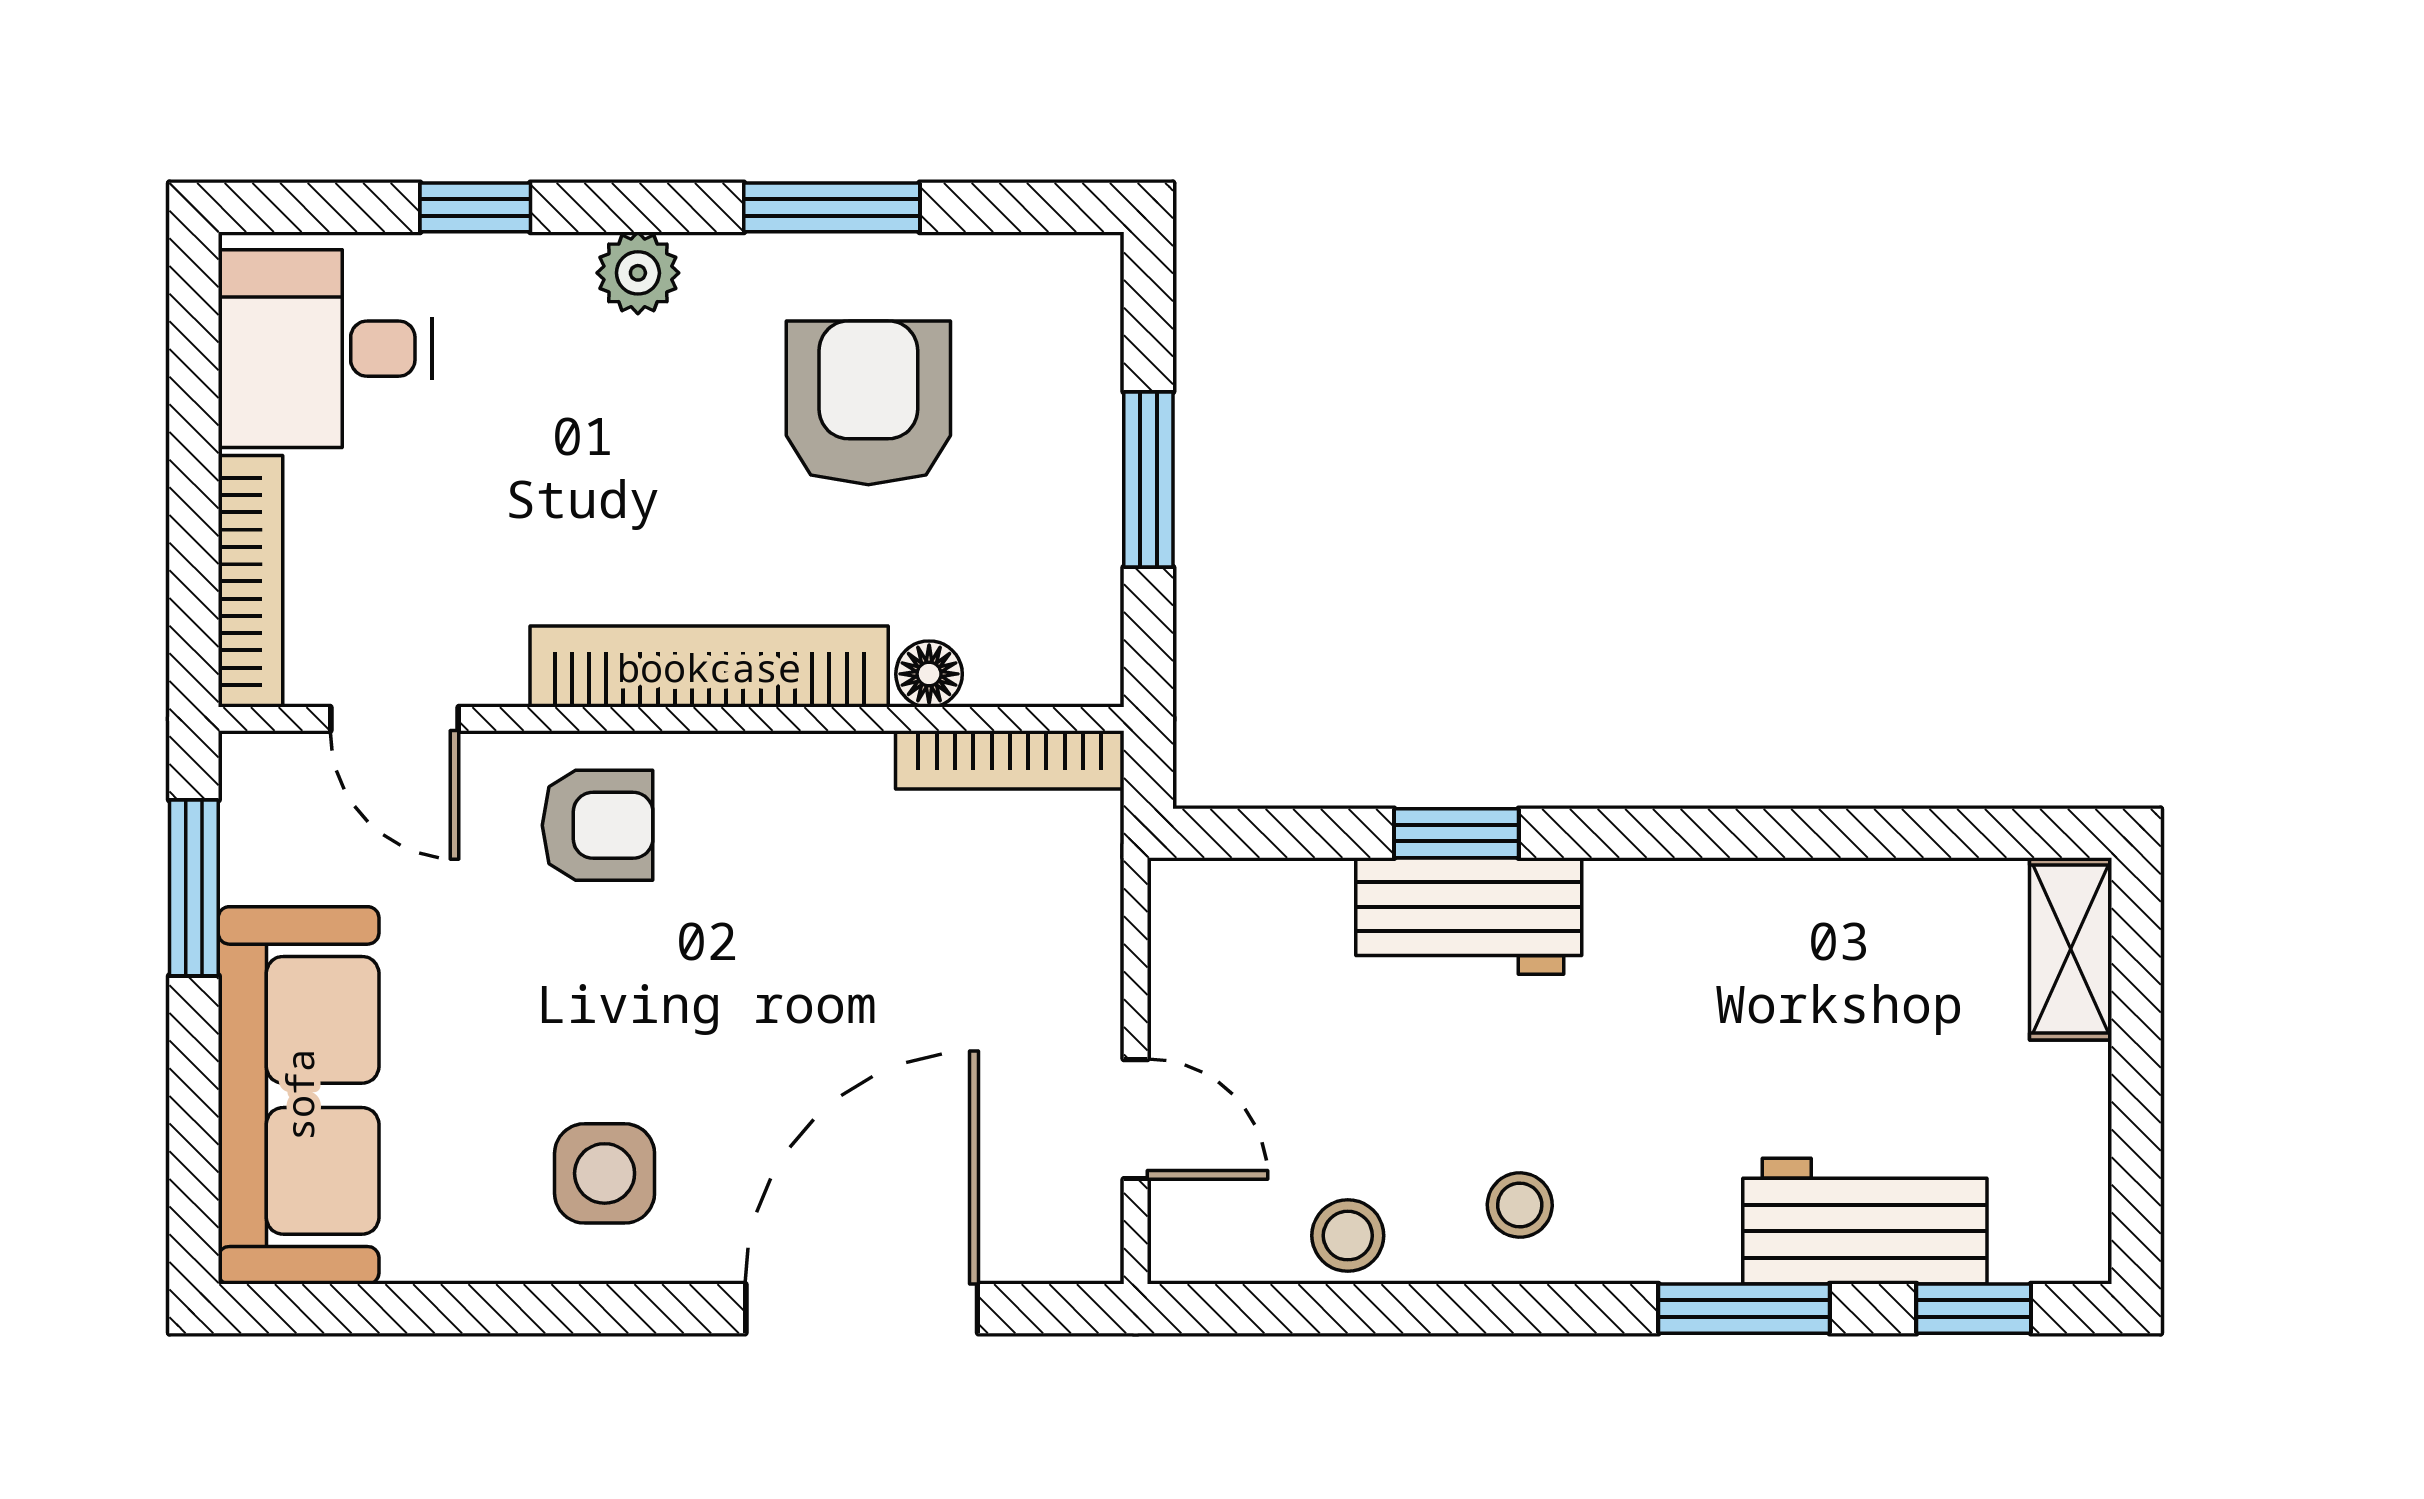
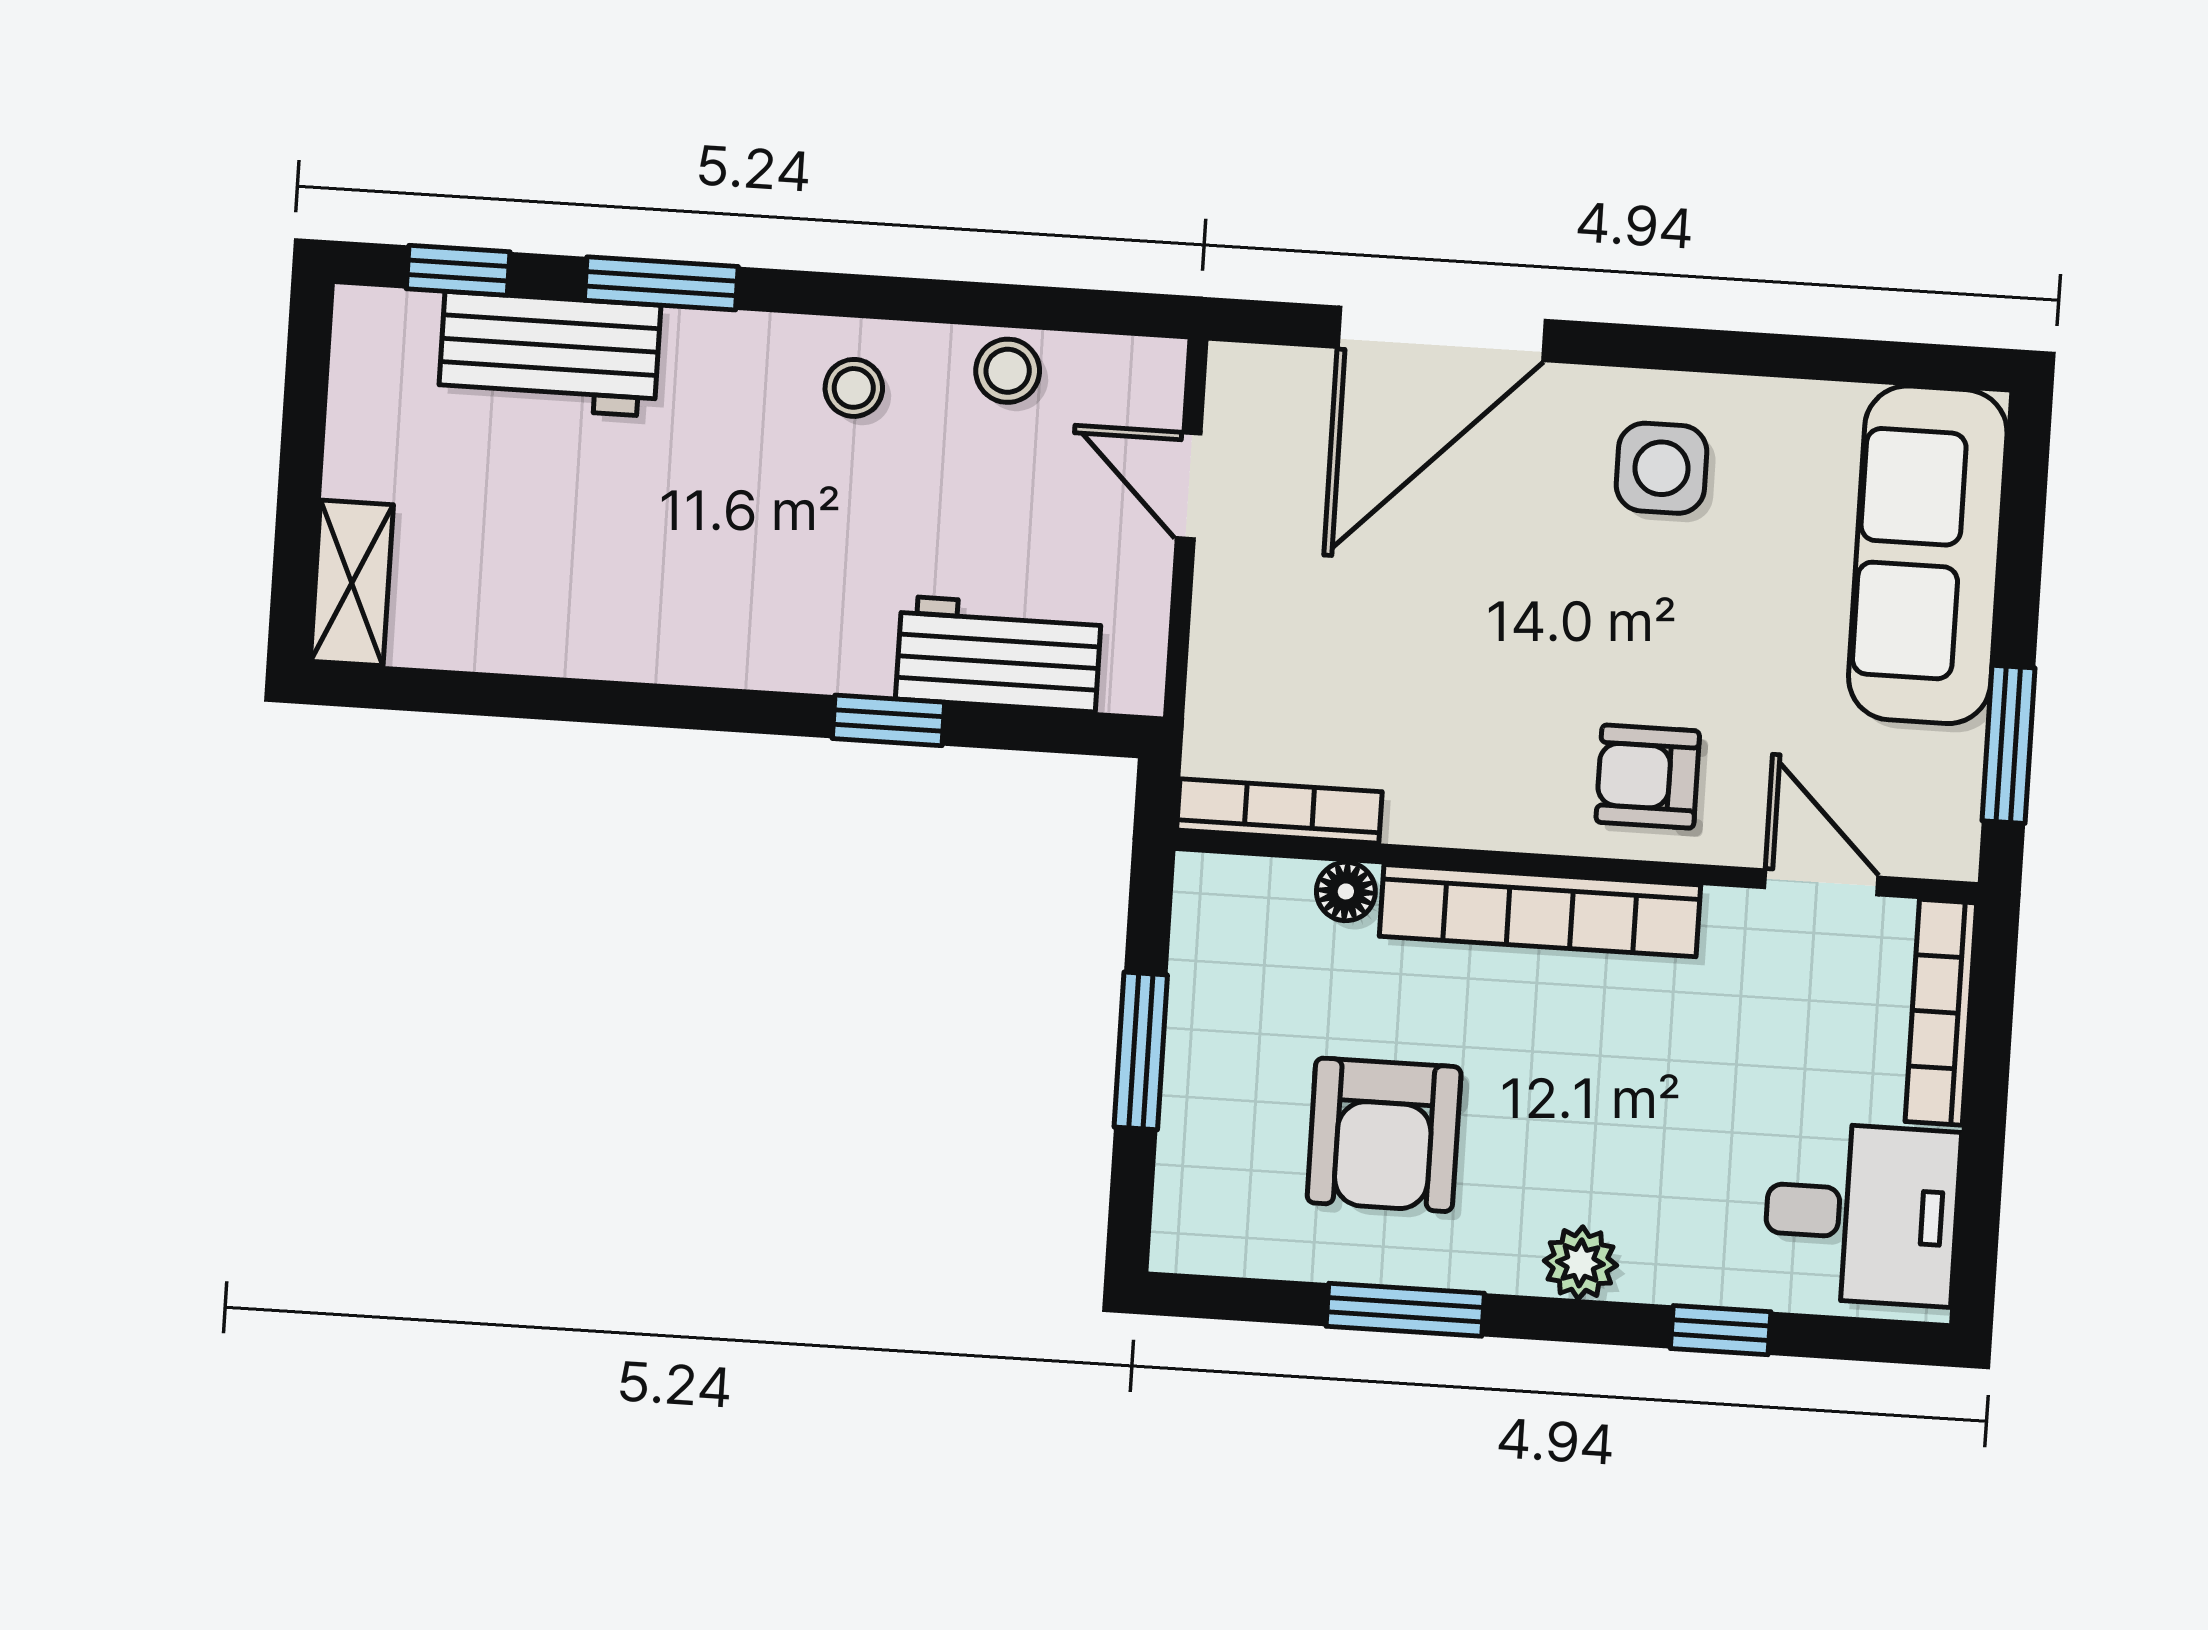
workbench: (1469, 916) -> (999, 654), moved

